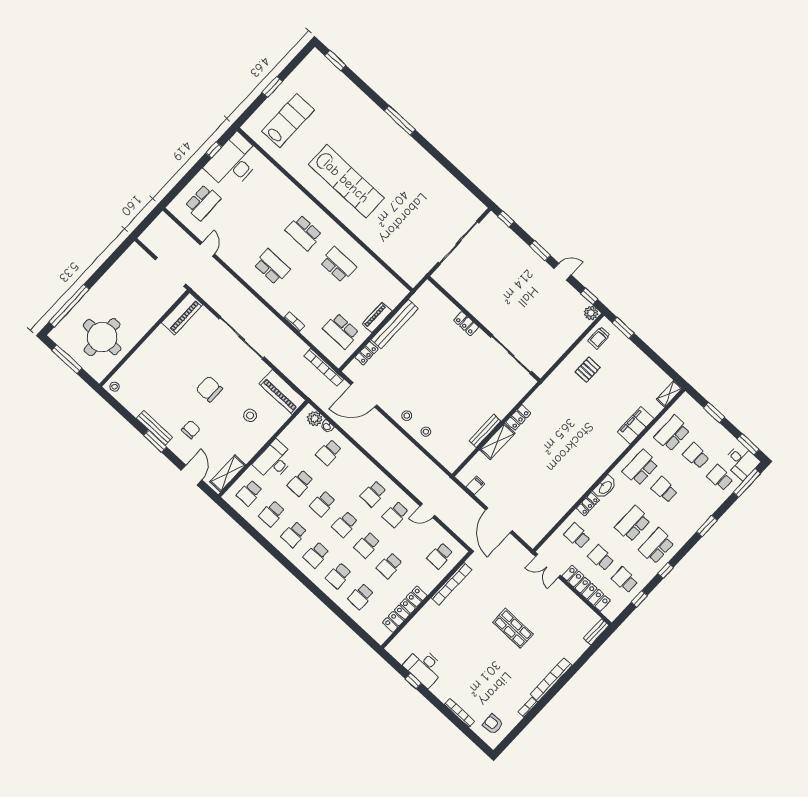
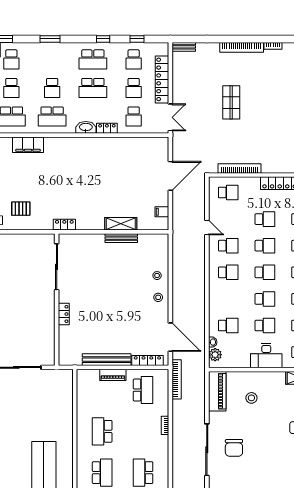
locker: (366, 353) -> (147, 360), width x1.53
chair: (209, 389) -> (234, 448), moved
locker: (518, 417) -> (64, 225), moved

